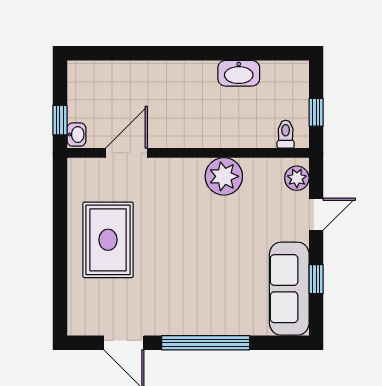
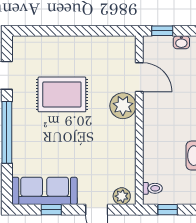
washbasin: (76, 135) -> (181, 42), moved
plant: (224, 176) -> (123, 106), moved
rug: (108, 240) -> (62, 94), moved

